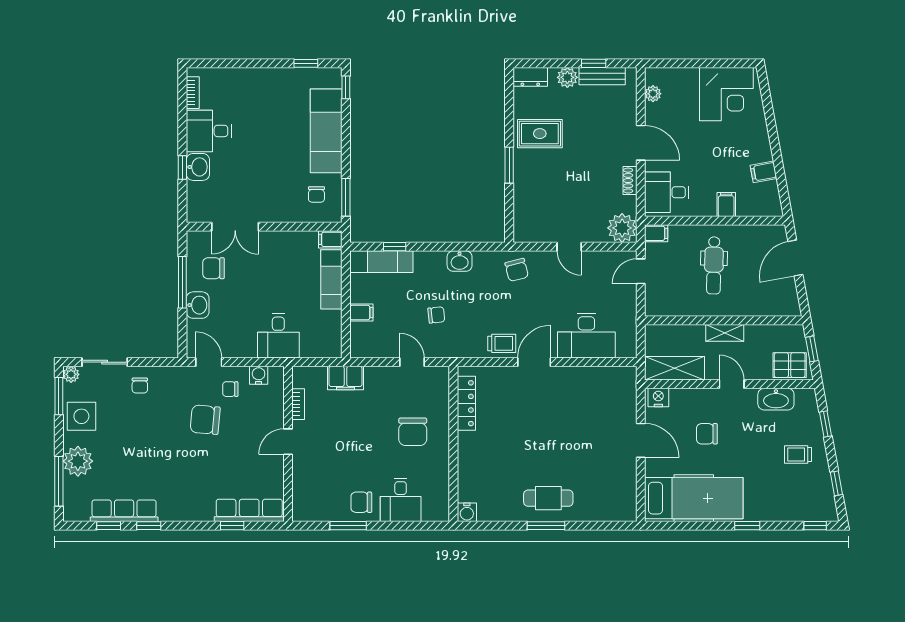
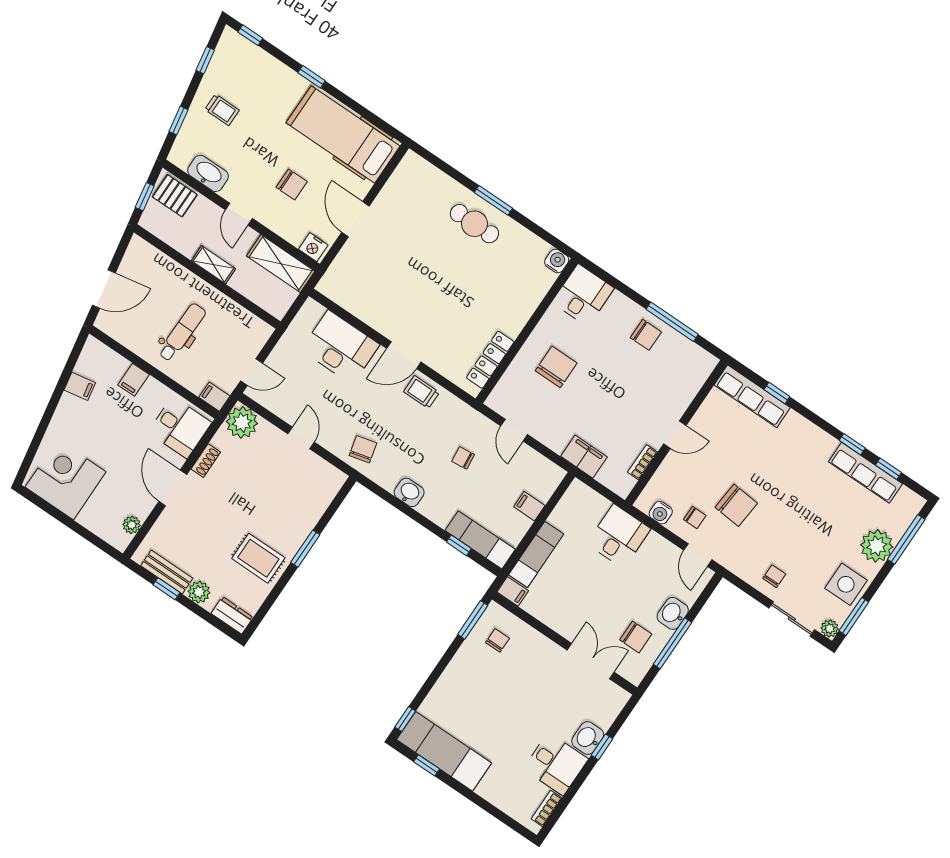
exam couch: (326, 131) -> (444, 751), moved, turned -90
desk: (401, 500) -> (583, 295), moved
window: (348, 526) -> (672, 322), width x1.44

